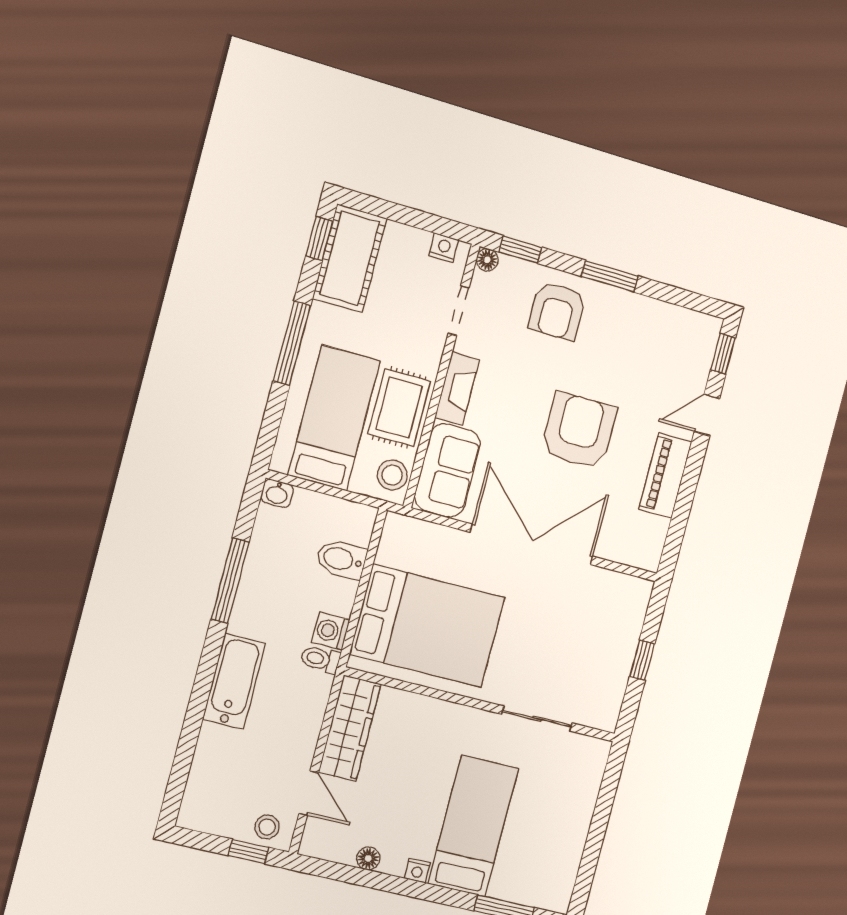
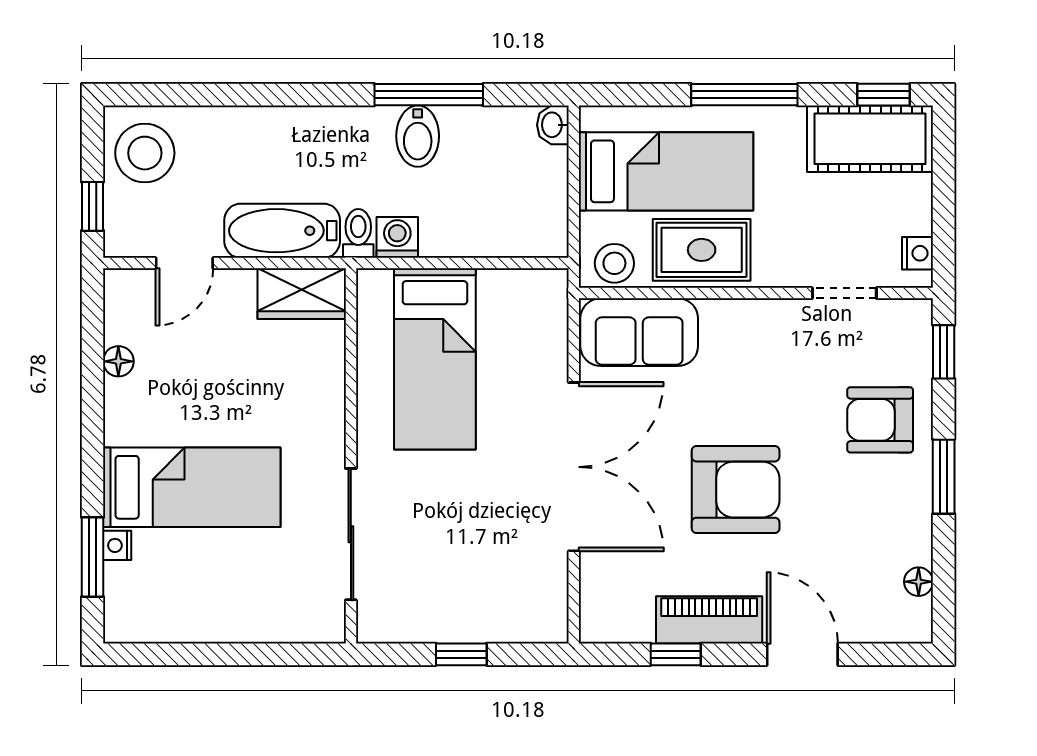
floor lamp: (487, 260) -> (919, 582), moved
window: (723, 354) -> (676, 654), moved
fireplace: (457, 389) -> (746, 317), removed
door: (707, 415) -> (802, 654), width x1.38
bidet: (341, 559) -> (418, 136), moved, turned 180
bed: (427, 626) -> (435, 359), width x0.67
bathtub: (234, 681) -> (282, 231), moved, turned 180
sliding door: (537, 719) -> (351, 534), width x1.37
wardrobe: (350, 728) -> (302, 294), width x0.67
stool: (267, 827) -> (145, 153), moved, width x1.89, depth x1.89
nightstand: (417, 871) -> (117, 545), moved

